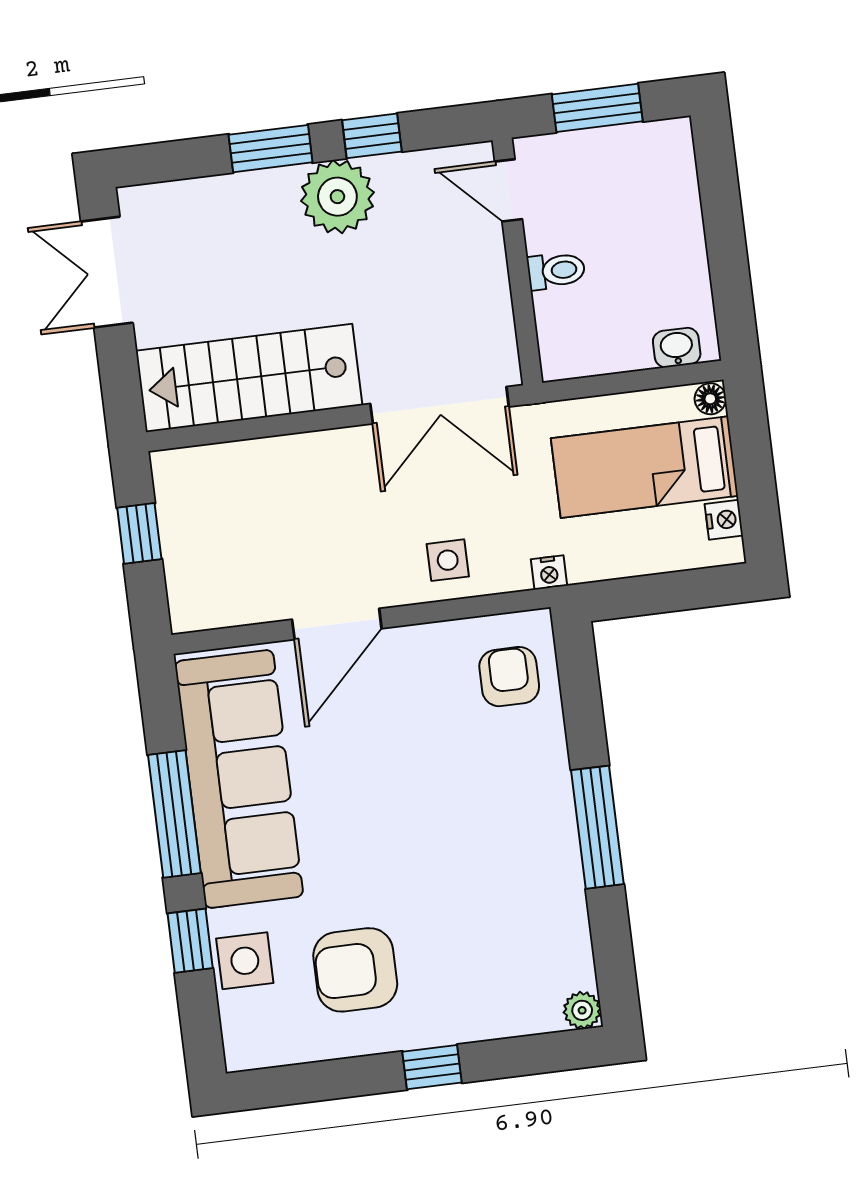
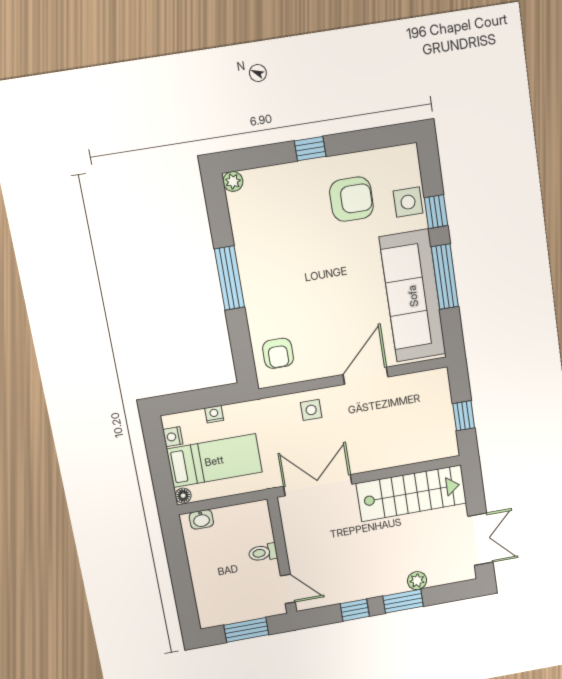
plant: (337, 197) -> (417, 581), moved, width x0.53, depth x0.53
nightstand: (549, 572) -> (214, 414), moved

